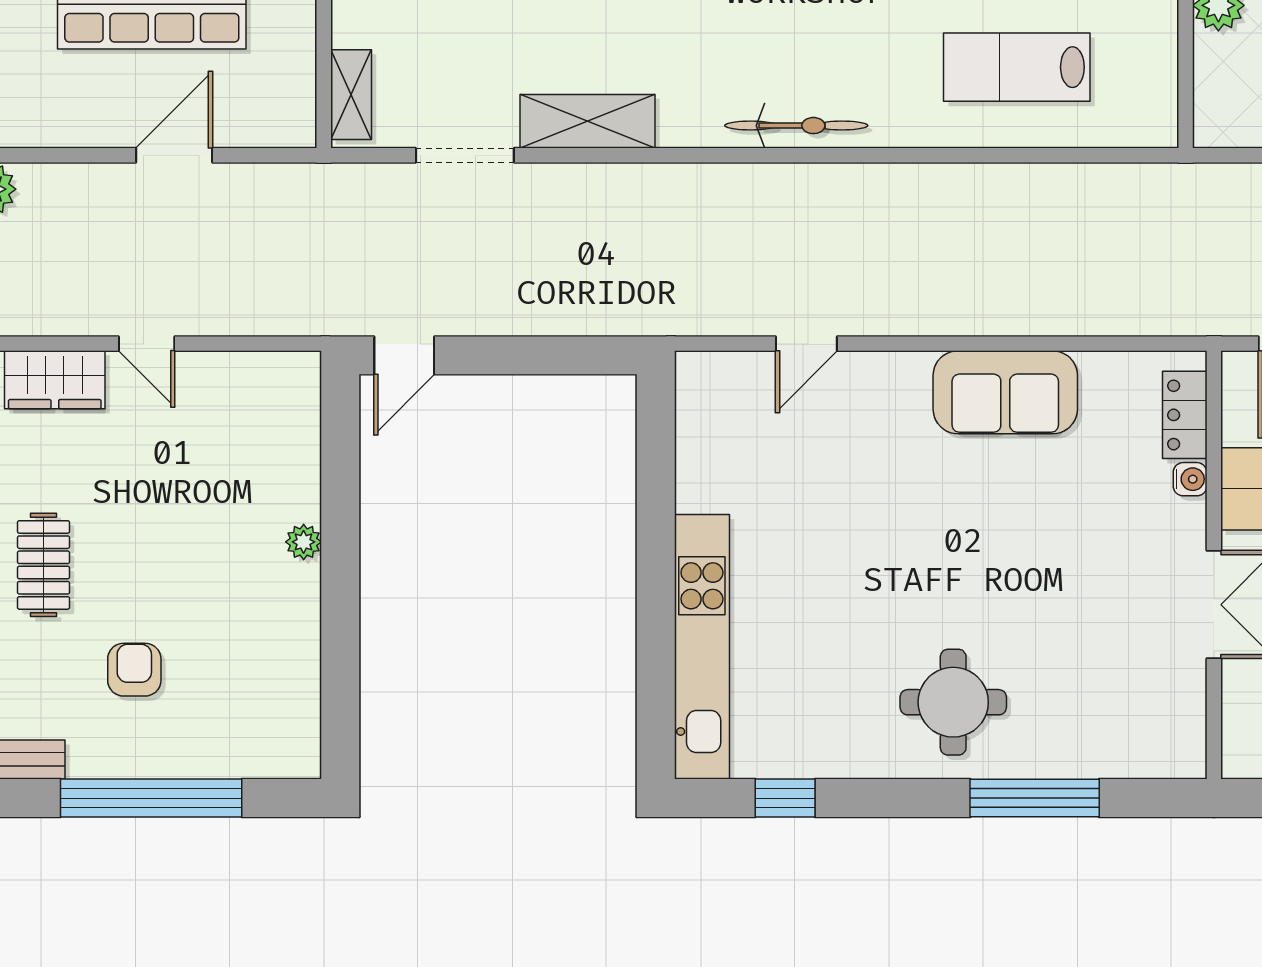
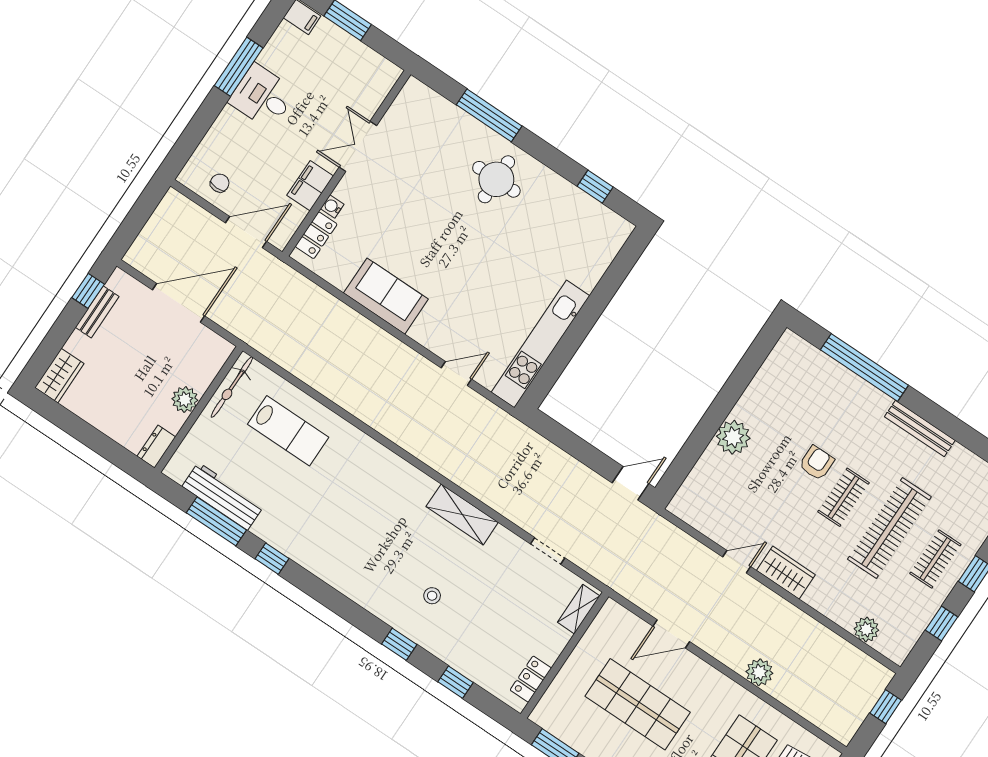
shelving: (588, 121) -> (462, 514), moved
bicycle: (796, 126) -> (232, 387), moved, turned -90
doorway: (465, 155) -> (548, 551), width x0.73
door: (147, 344) -> (737, 562), hinge flipped
plant: (304, 542) -> (733, 437), width x1.88, depth x1.88
kitchen unit: (702, 647) -> (541, 344), moved
armchair: (134, 670) -> (817, 463), moved, turned 180

